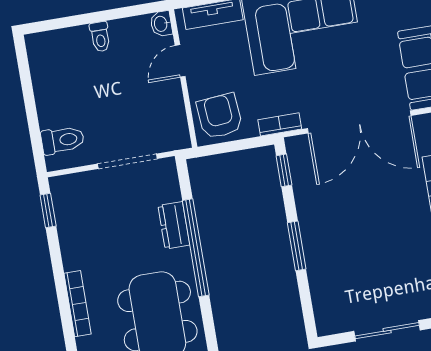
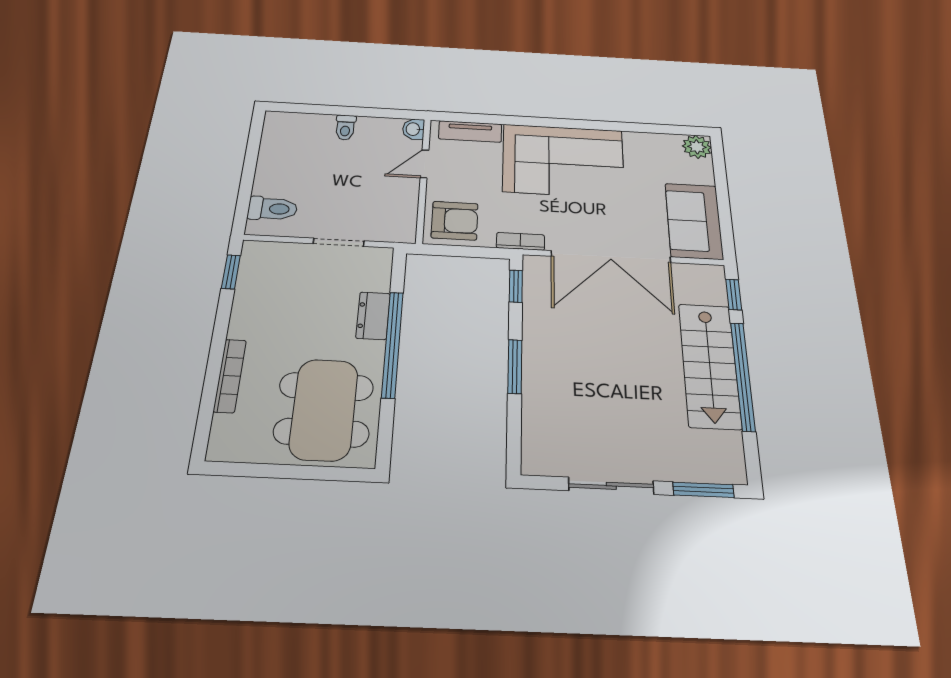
armchair: (220, 116) -> (455, 221), turned 95
doorway: (127, 161) -> (339, 242), width x0.73

